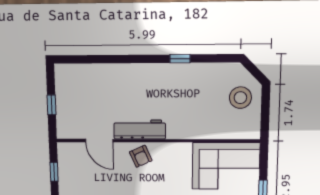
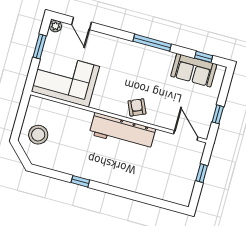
workbench: (140, 129) -> (122, 131), width x1.36, depth x1.32
door: (99, 141) -> (186, 135), moved

